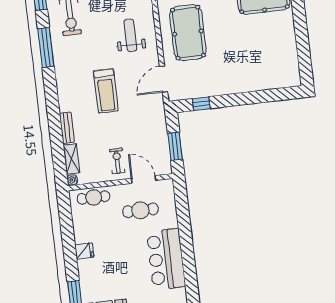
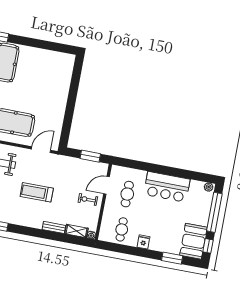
door: (164, 79) -> (41, 150), swing flipped
treadmill: (106, 91) -> (37, 192), turned 180
window: (201, 104) -> (66, 129), removed
cafe table: (94, 197) -> (122, 229), moved

